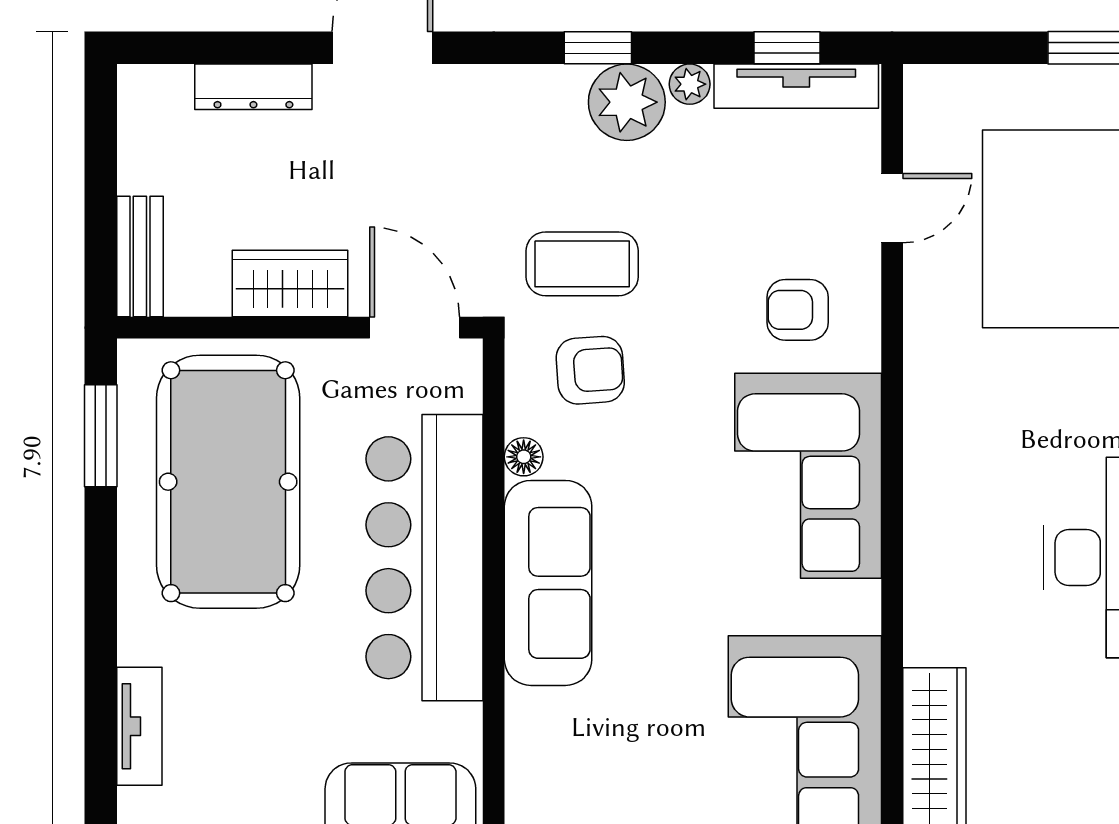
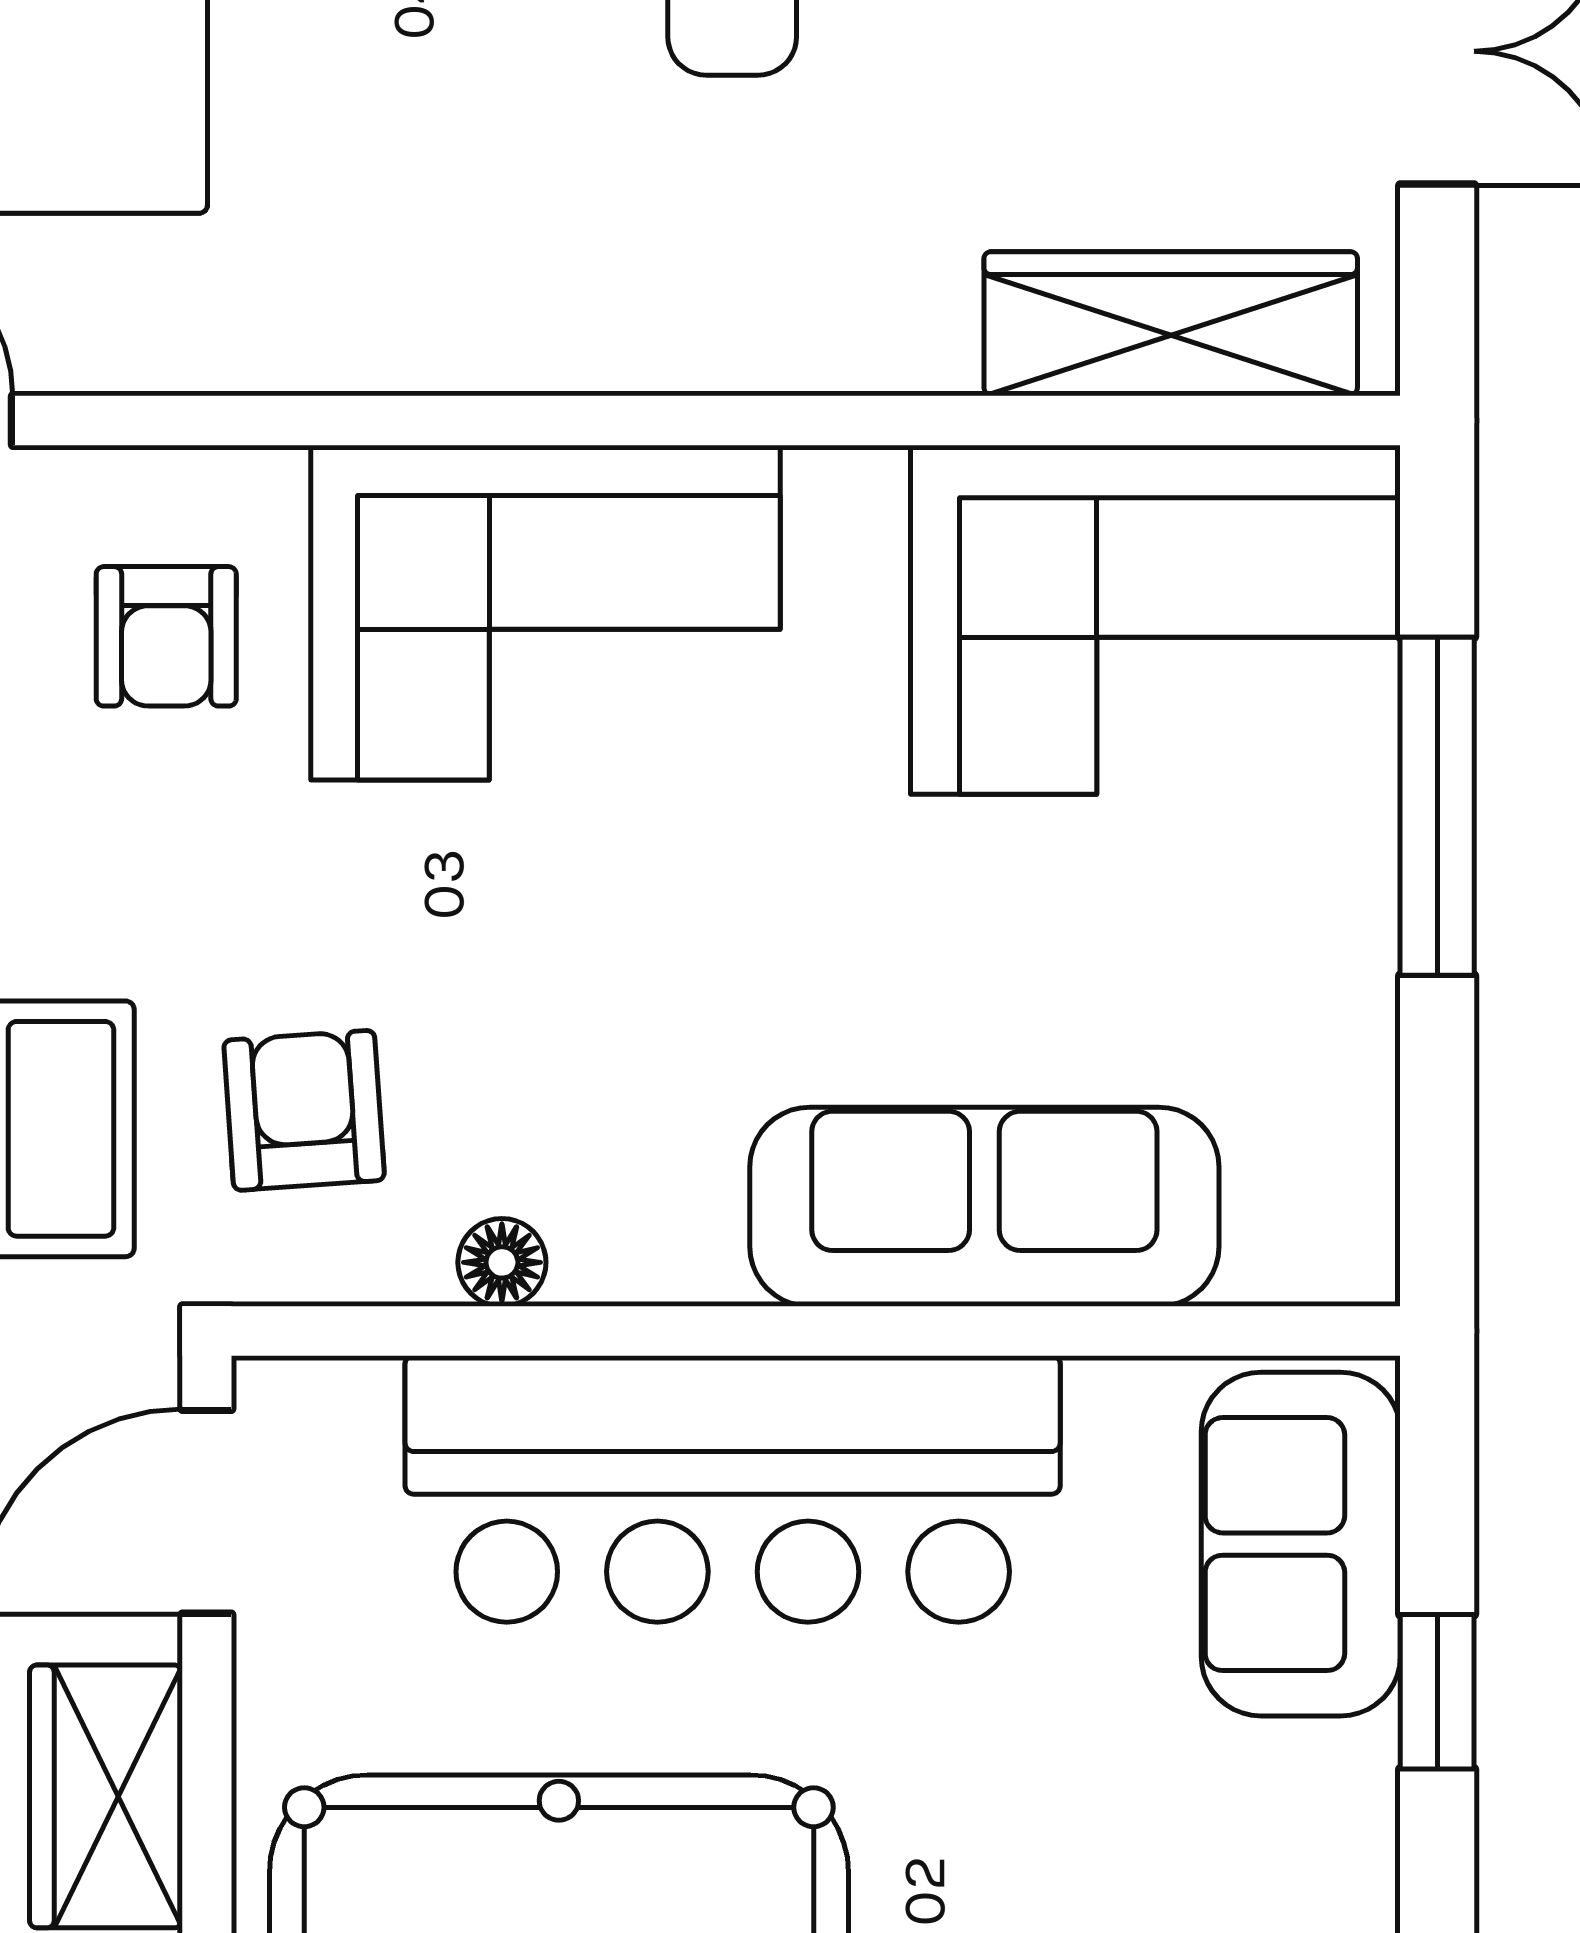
sofa: (548, 583) -> (984, 1207), moved

